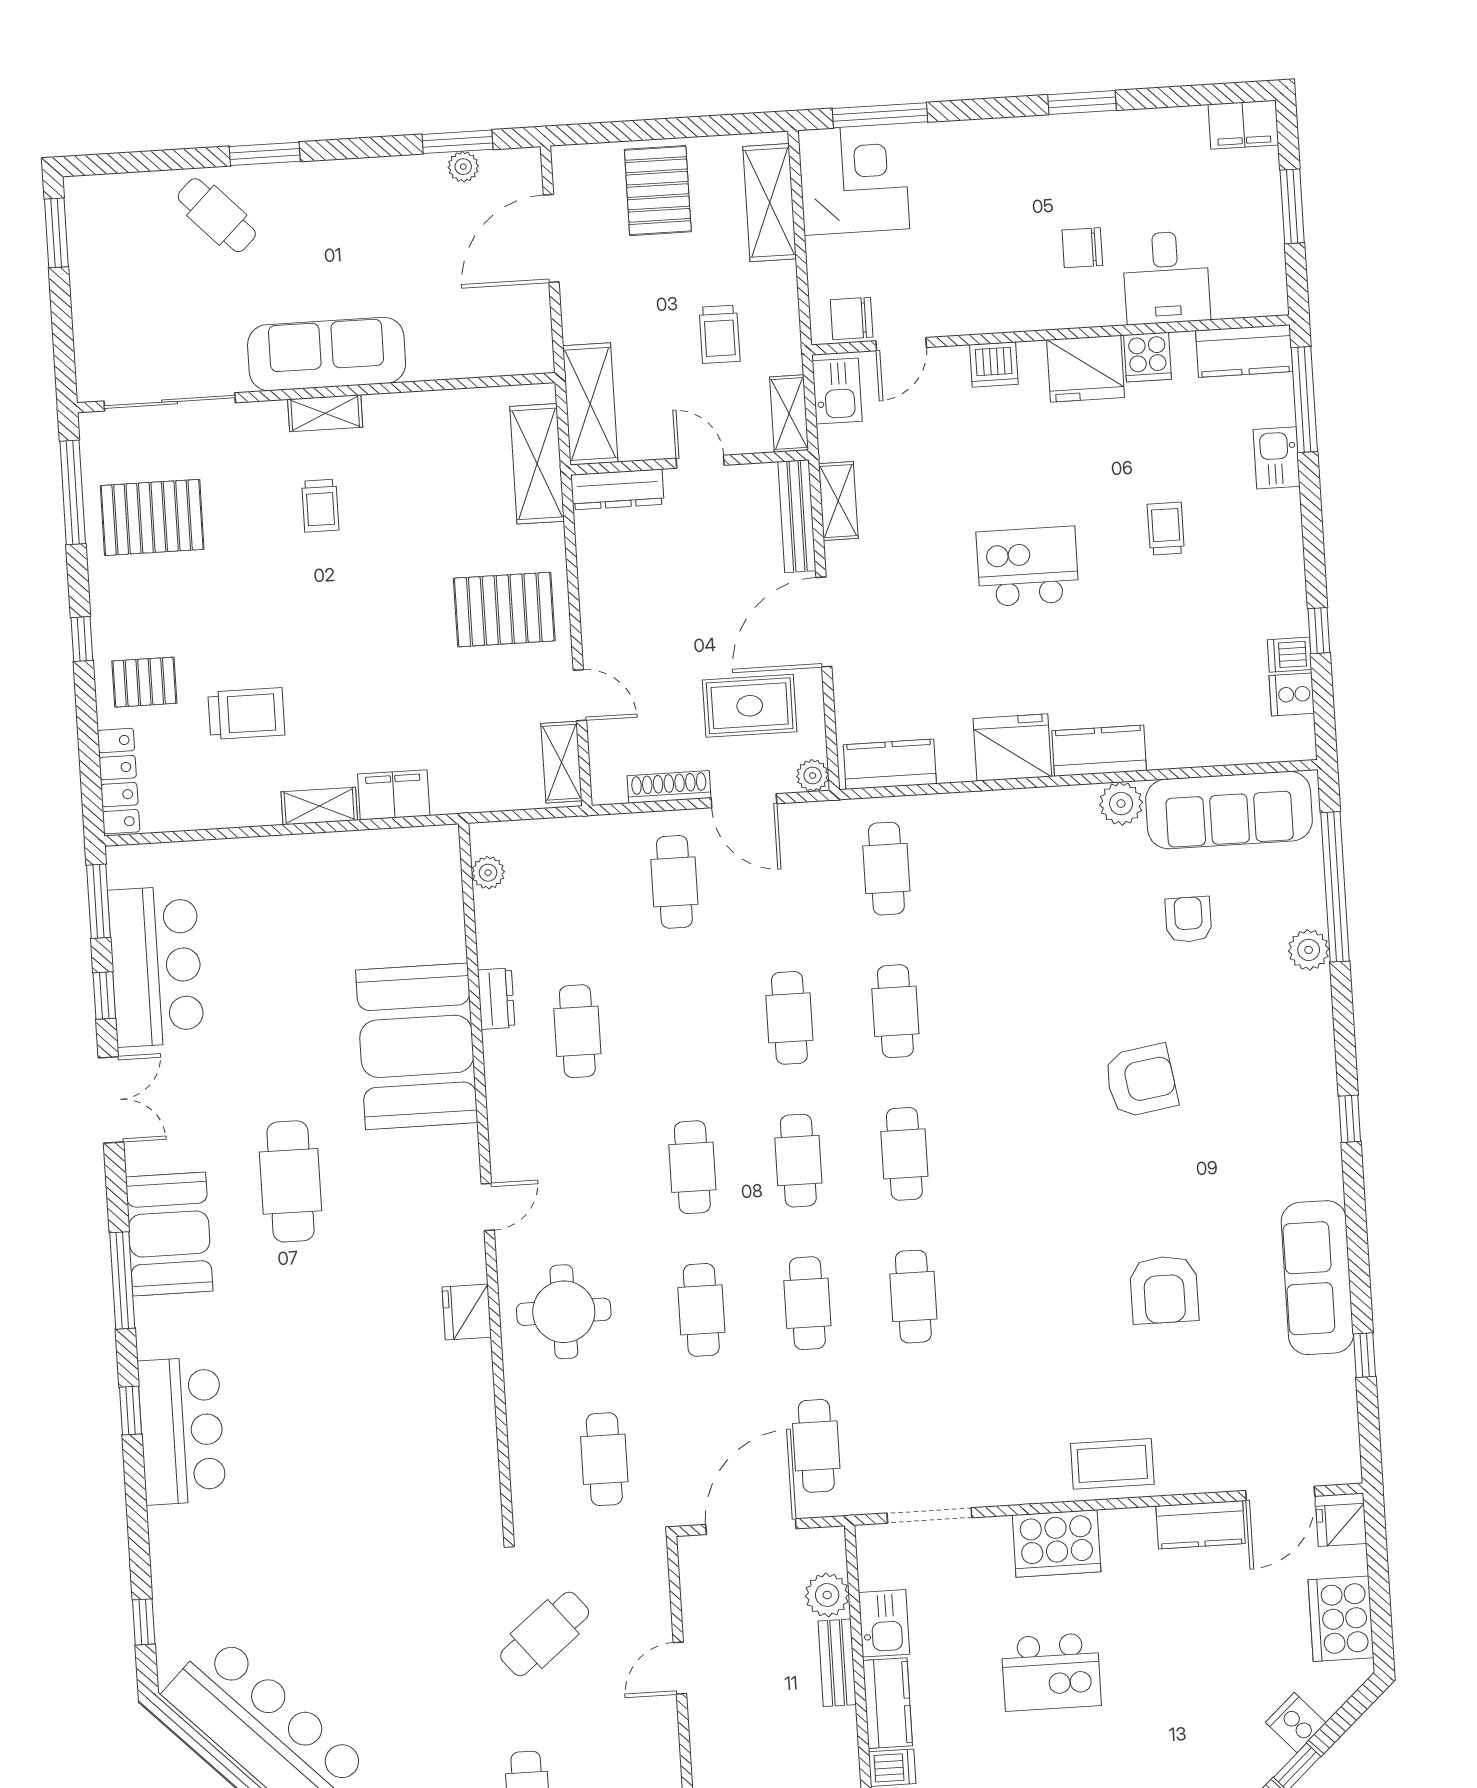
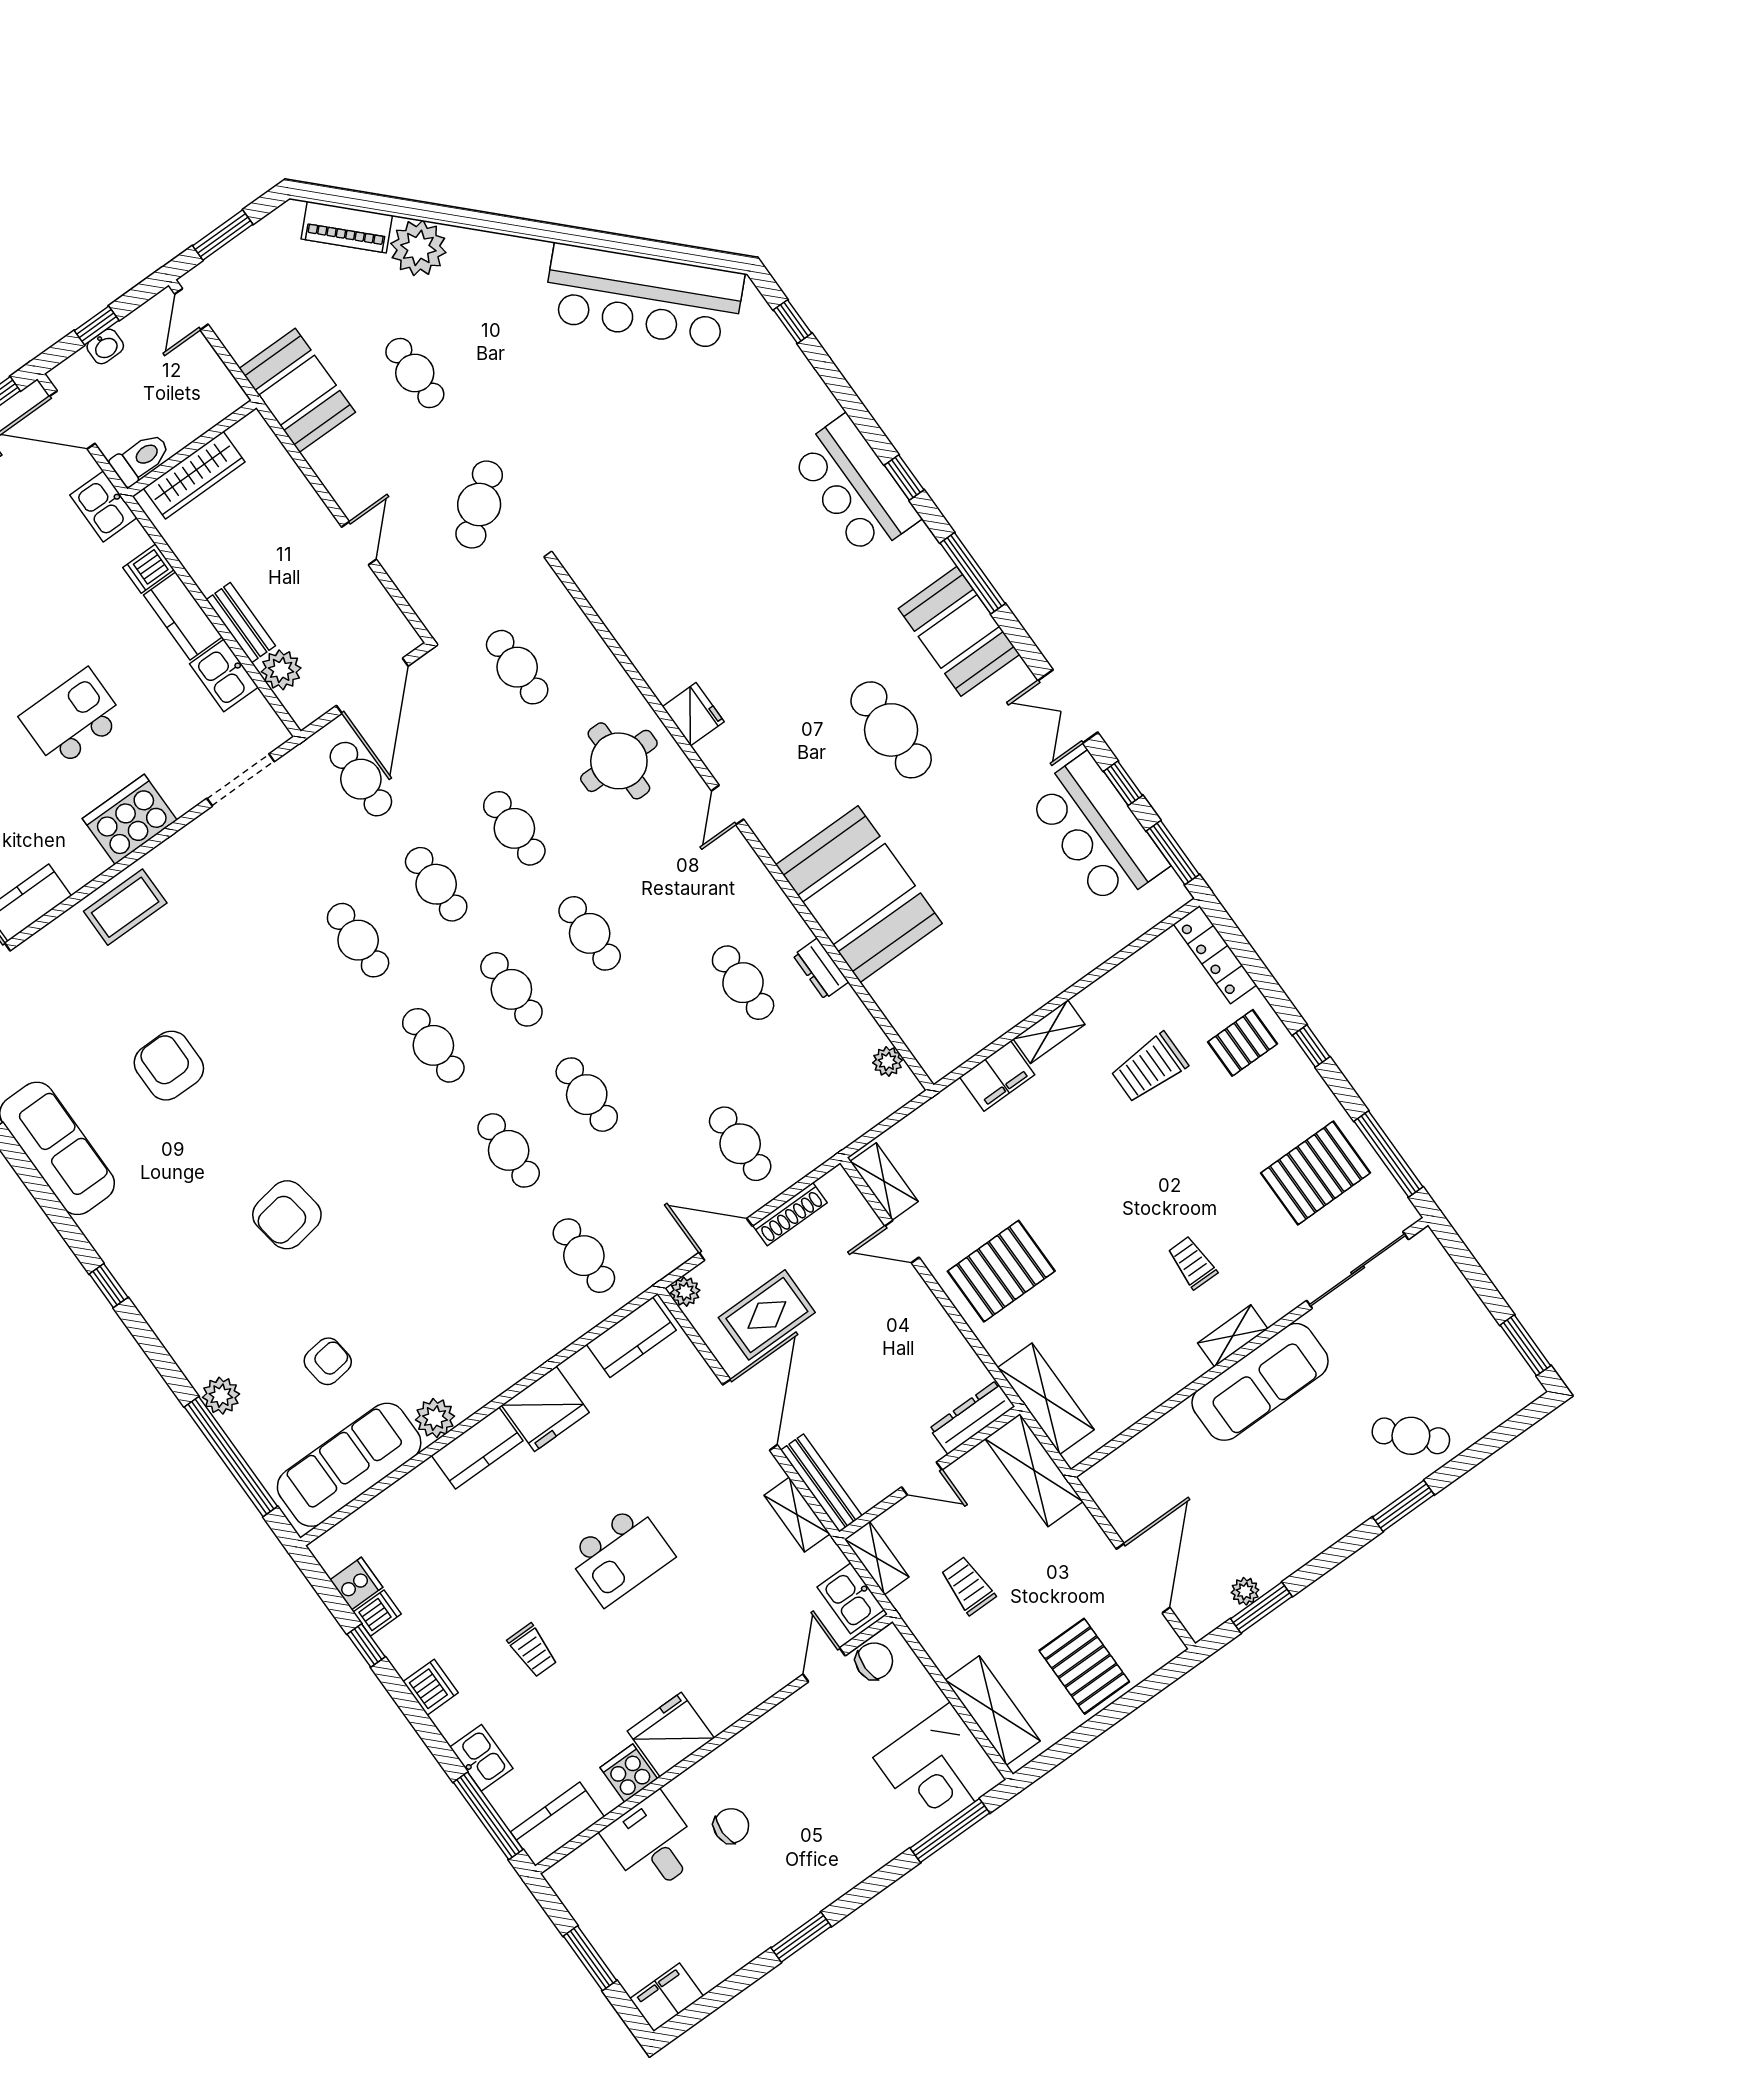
dishwasher: (994, 364) -> (431, 1687), moved, turned 90
armchair: (1188, 920) -> (328, 1361), turned -97

